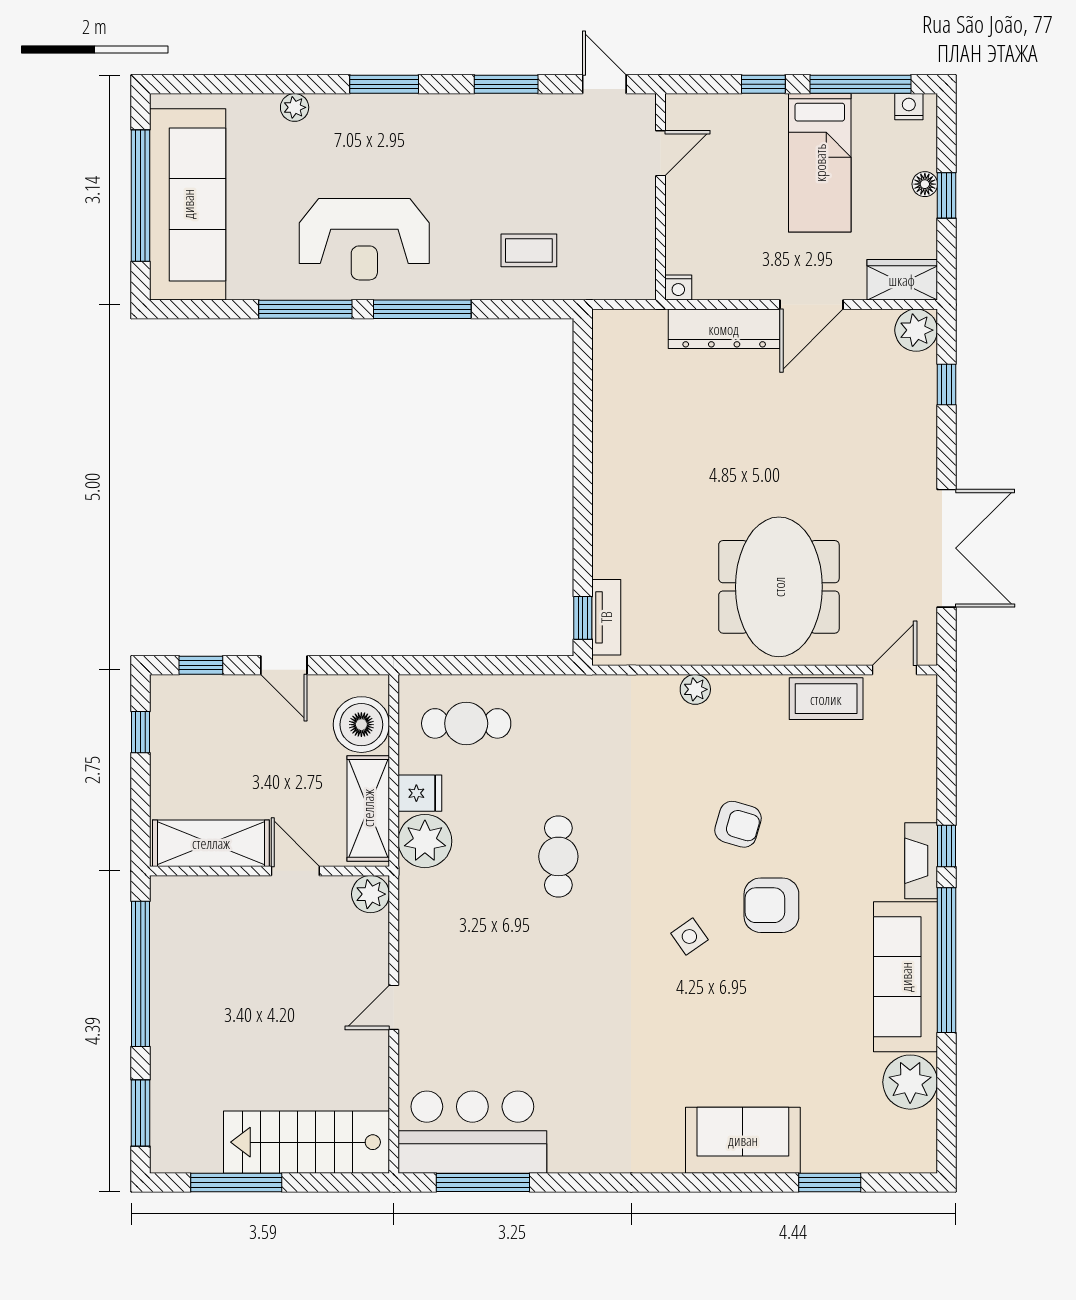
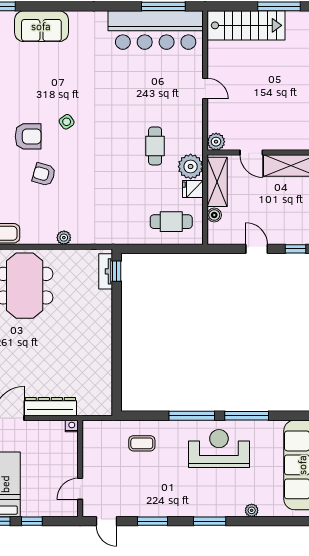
boiler: (361, 725) -> (214, 215), width x0.54, depth x0.54
cafe table: (558, 856) -> (155, 146), moved
door: (394, 1007) -> (205, 89), hinge flipped
bar counter: (472, 1132) -> (156, 30), width x1.36

